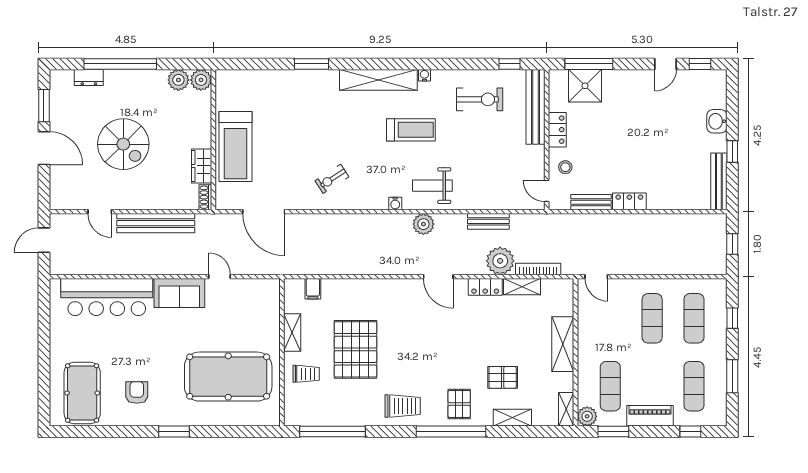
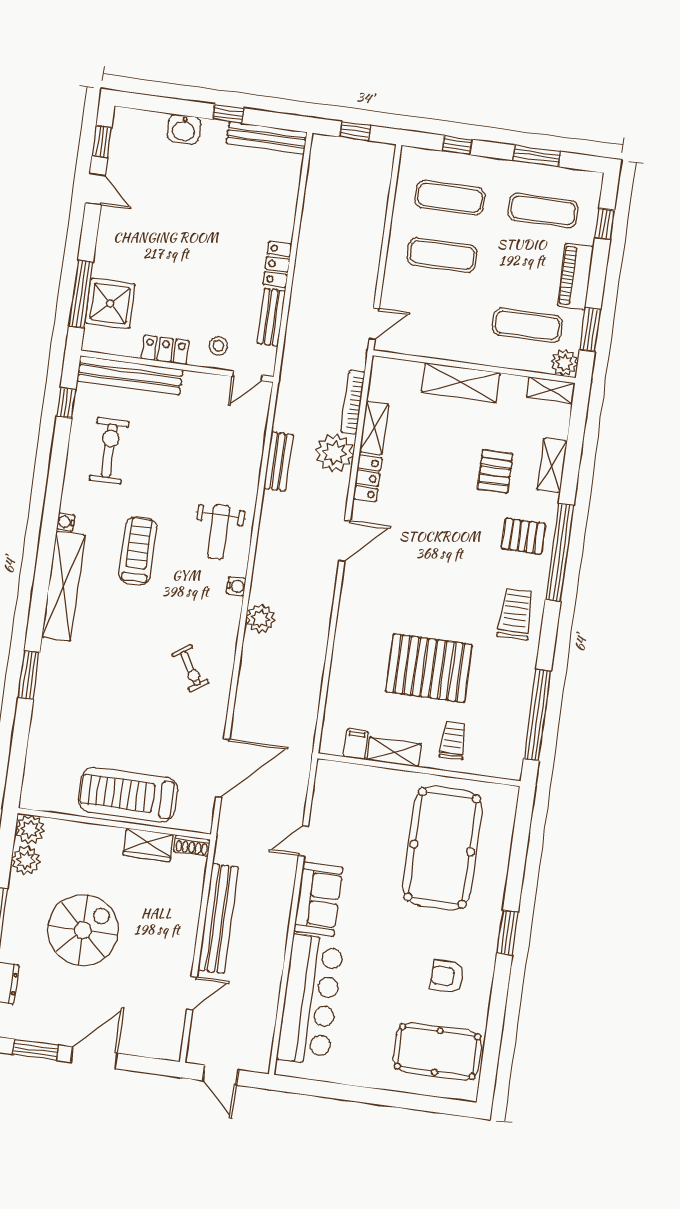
spiral stairs: (123, 144) -> (83, 930), moved
treadmill: (235, 147) -> (128, 795), turned 180
plant: (423, 224) -> (261, 619), moved
filing cabinet: (313, 289) -> (356, 744), moved, turned -90

